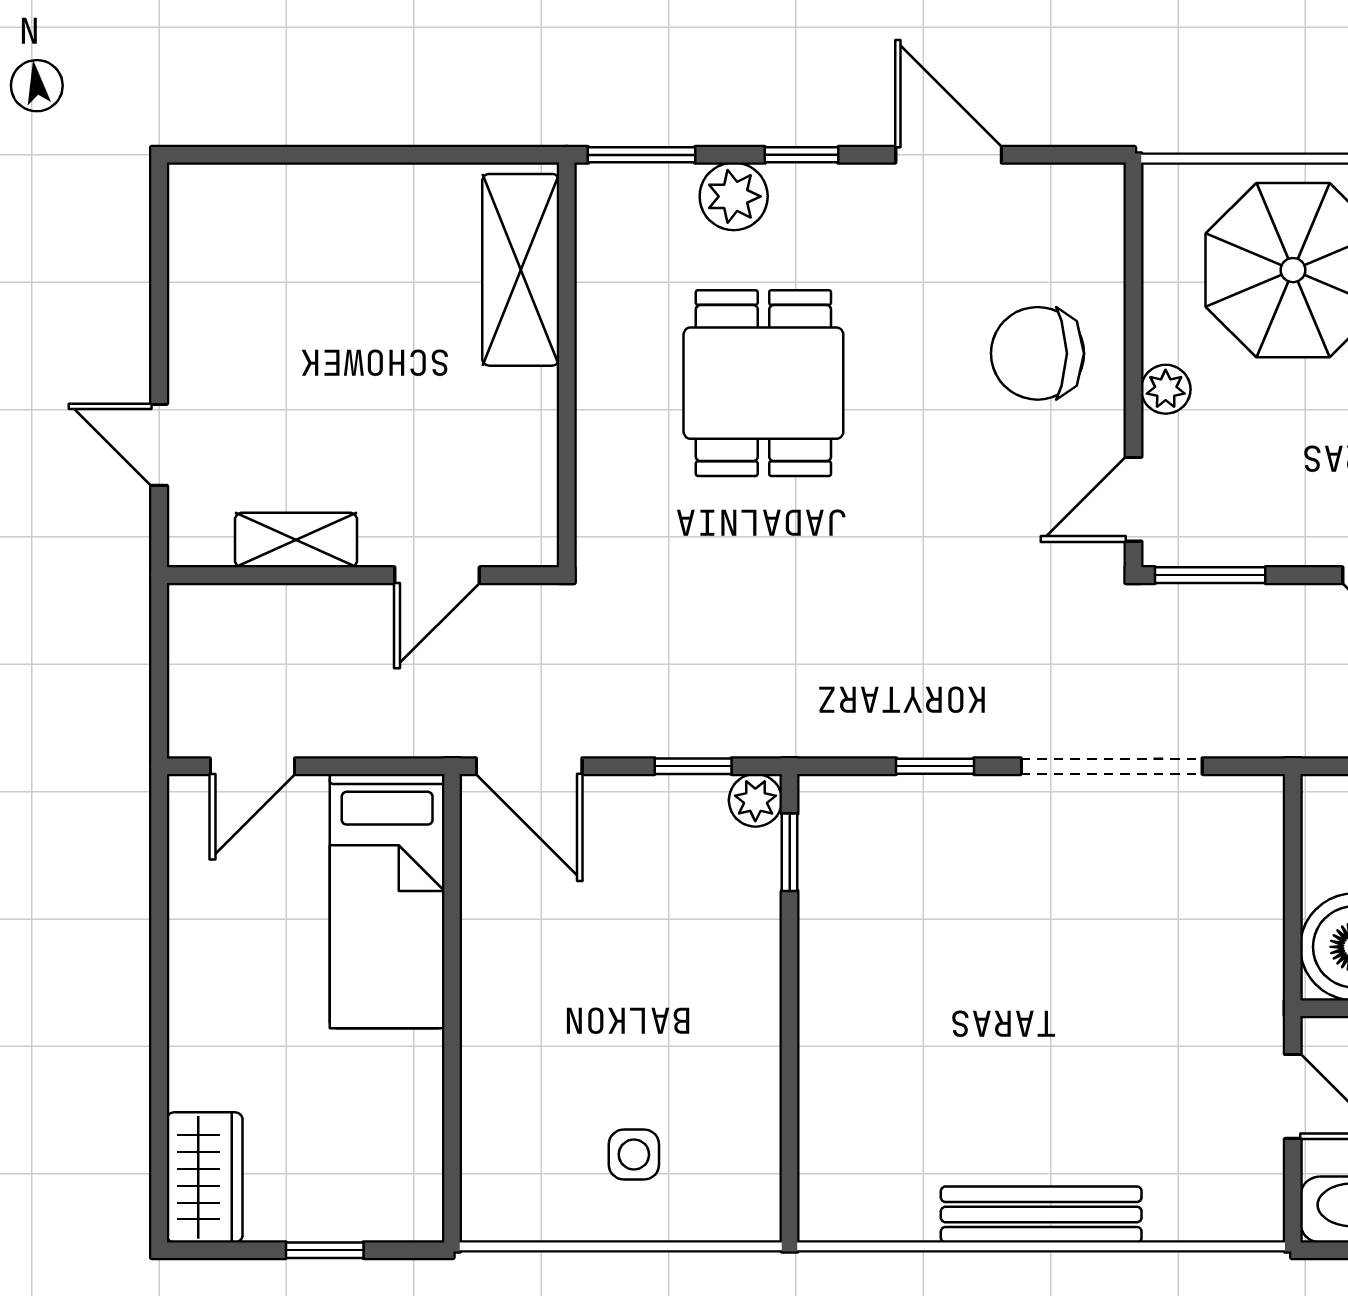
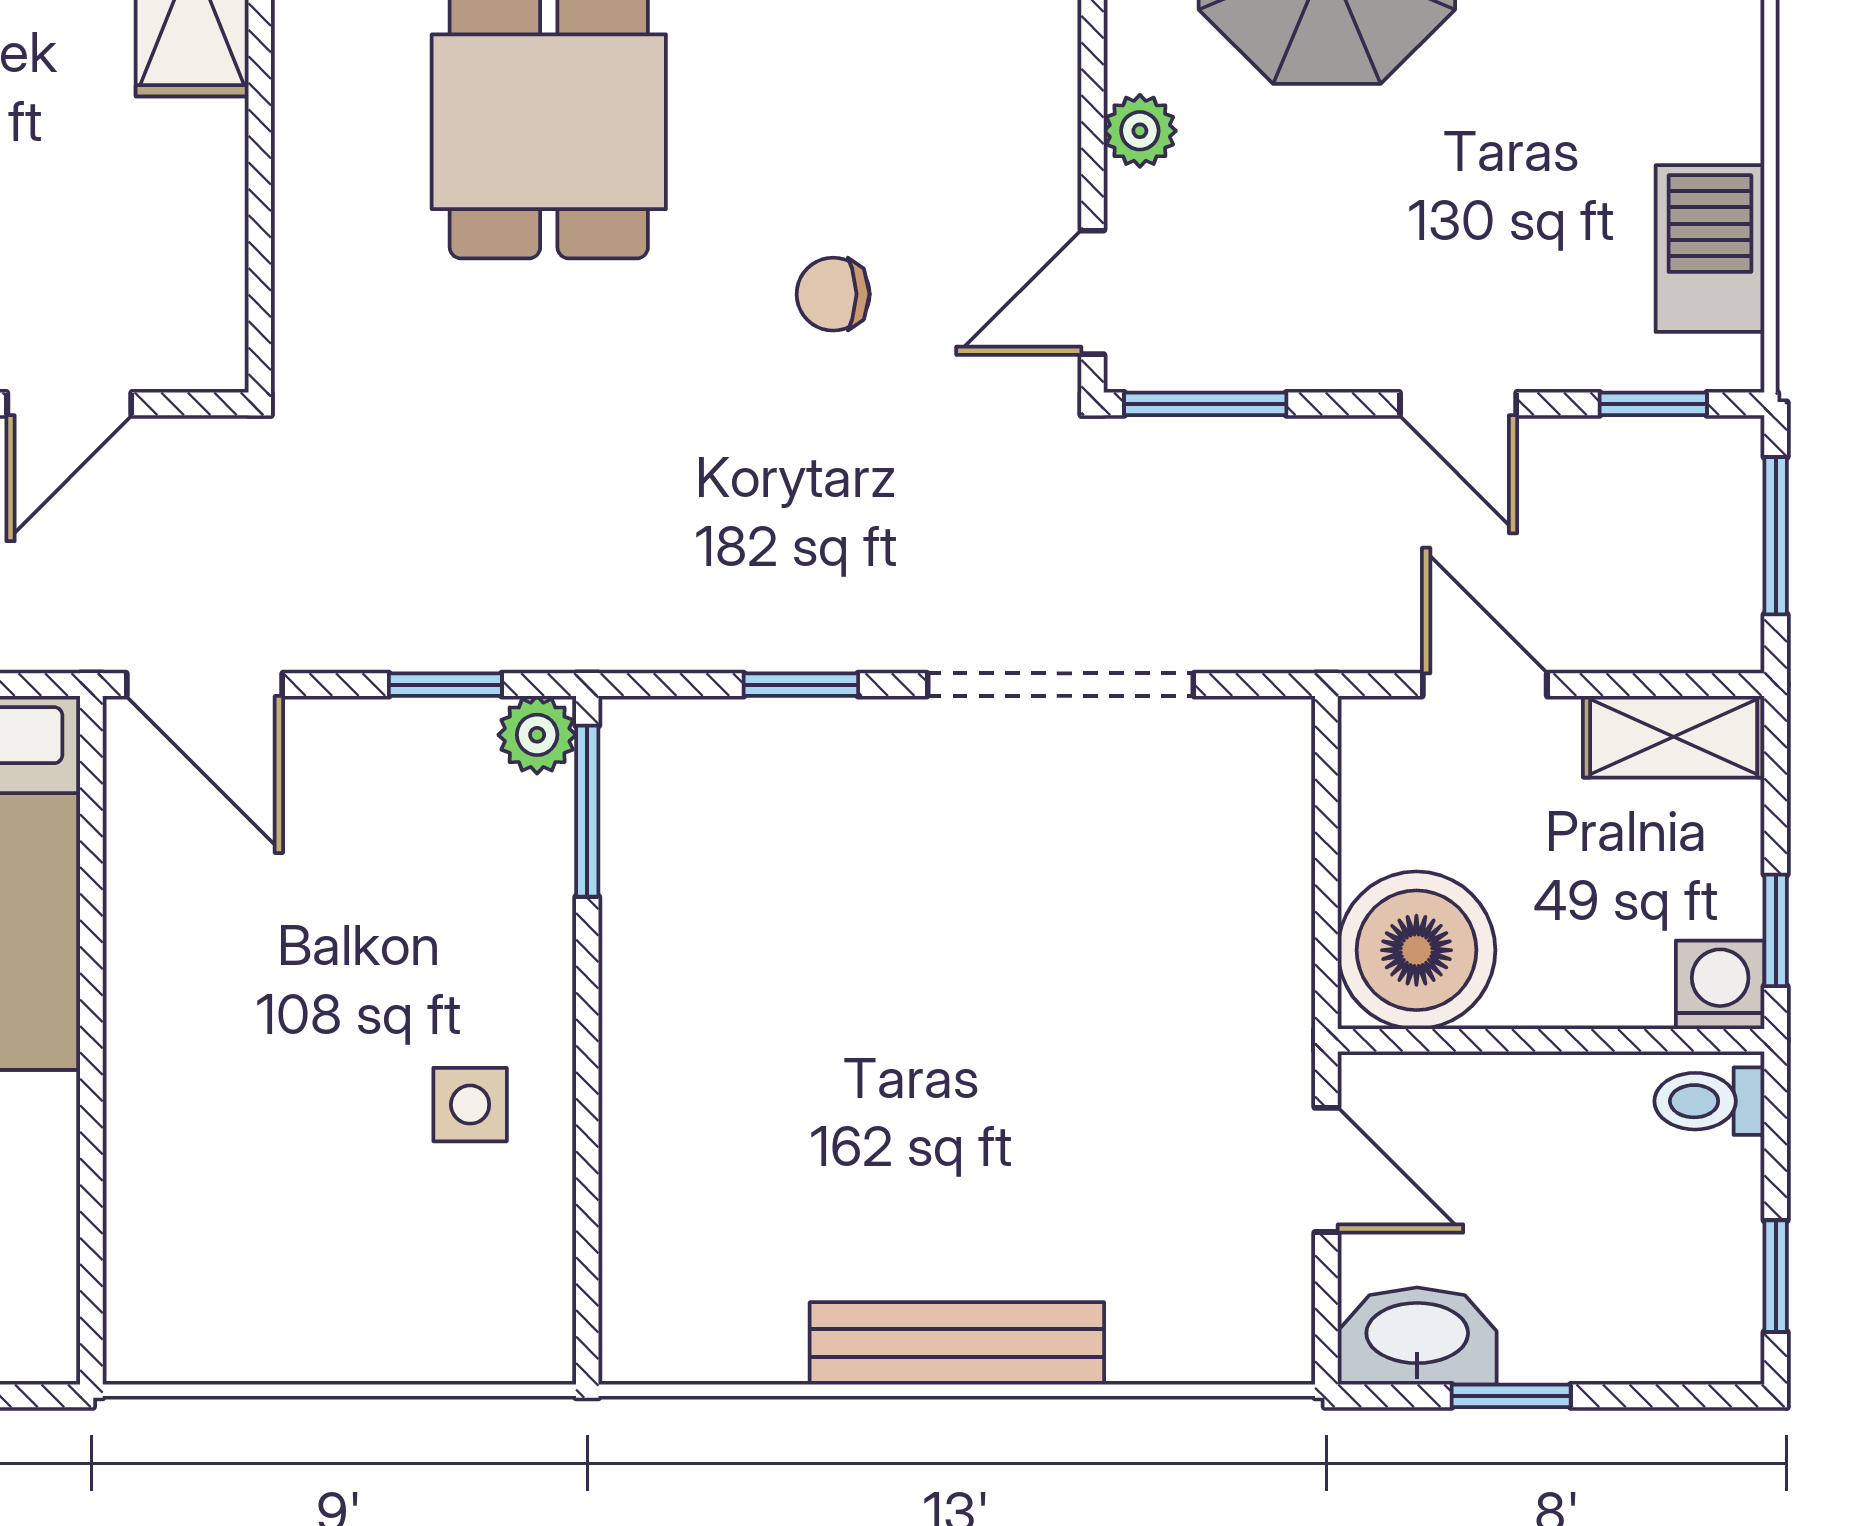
chair: (1038, 353) -> (833, 294), moved, width x0.54, depth x0.54
window: (790, 852) -> (587, 811), width x1.50
side table: (634, 1154) -> (470, 1105), moved

